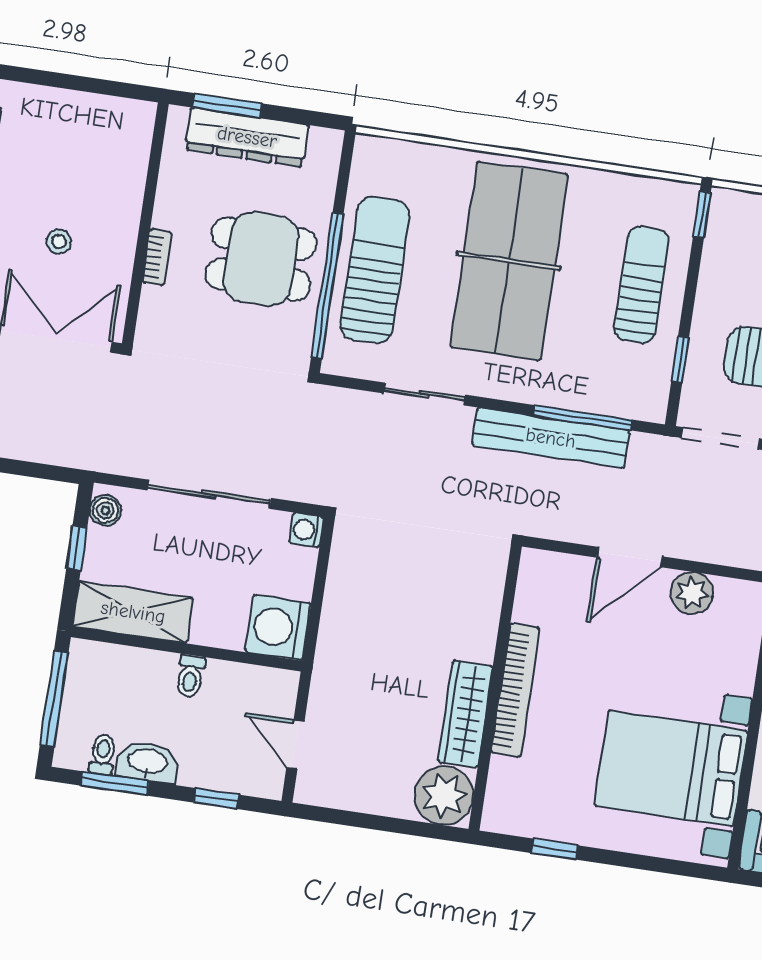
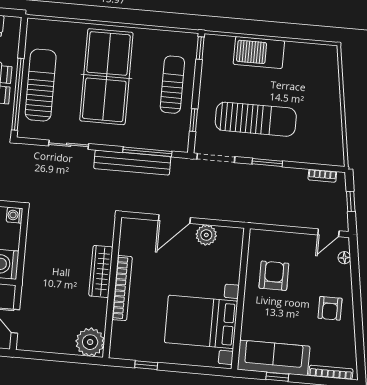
wardrobe: (465, 714) -> (101, 271), moved

